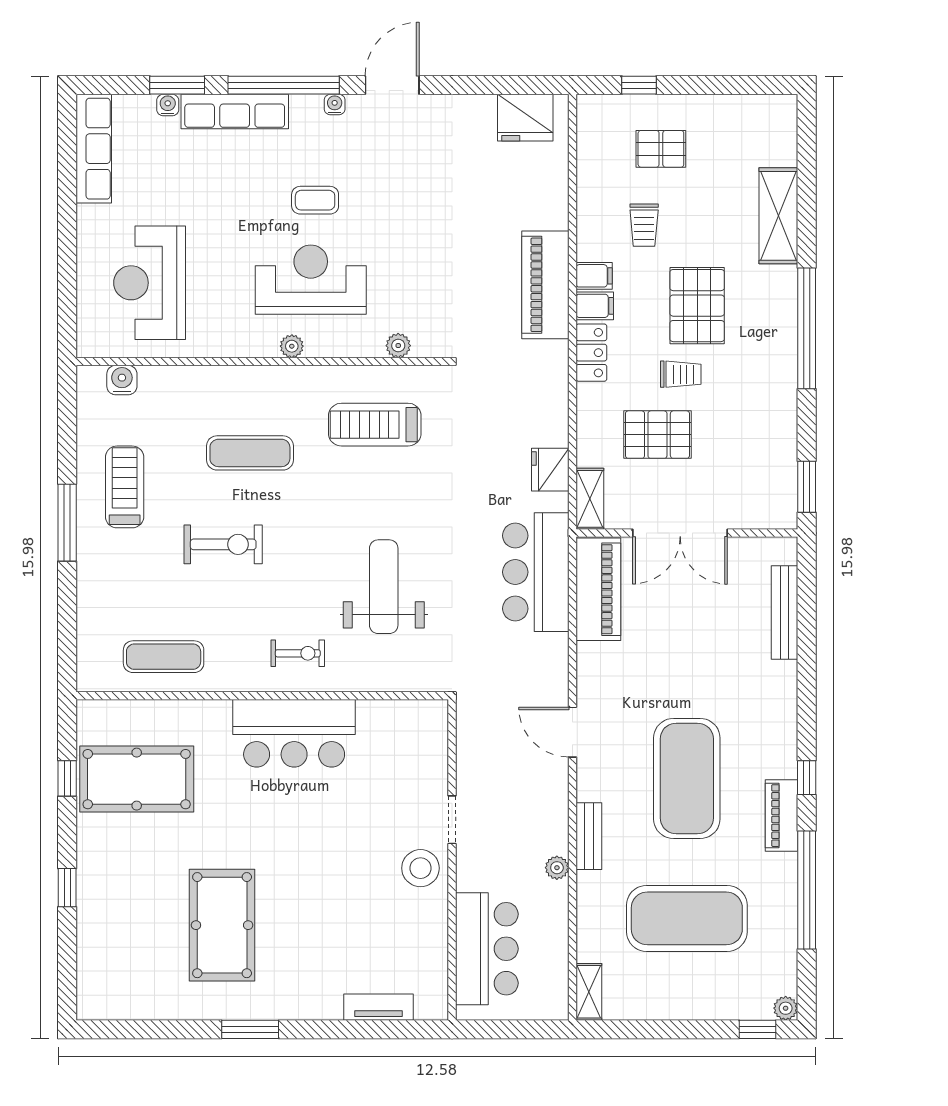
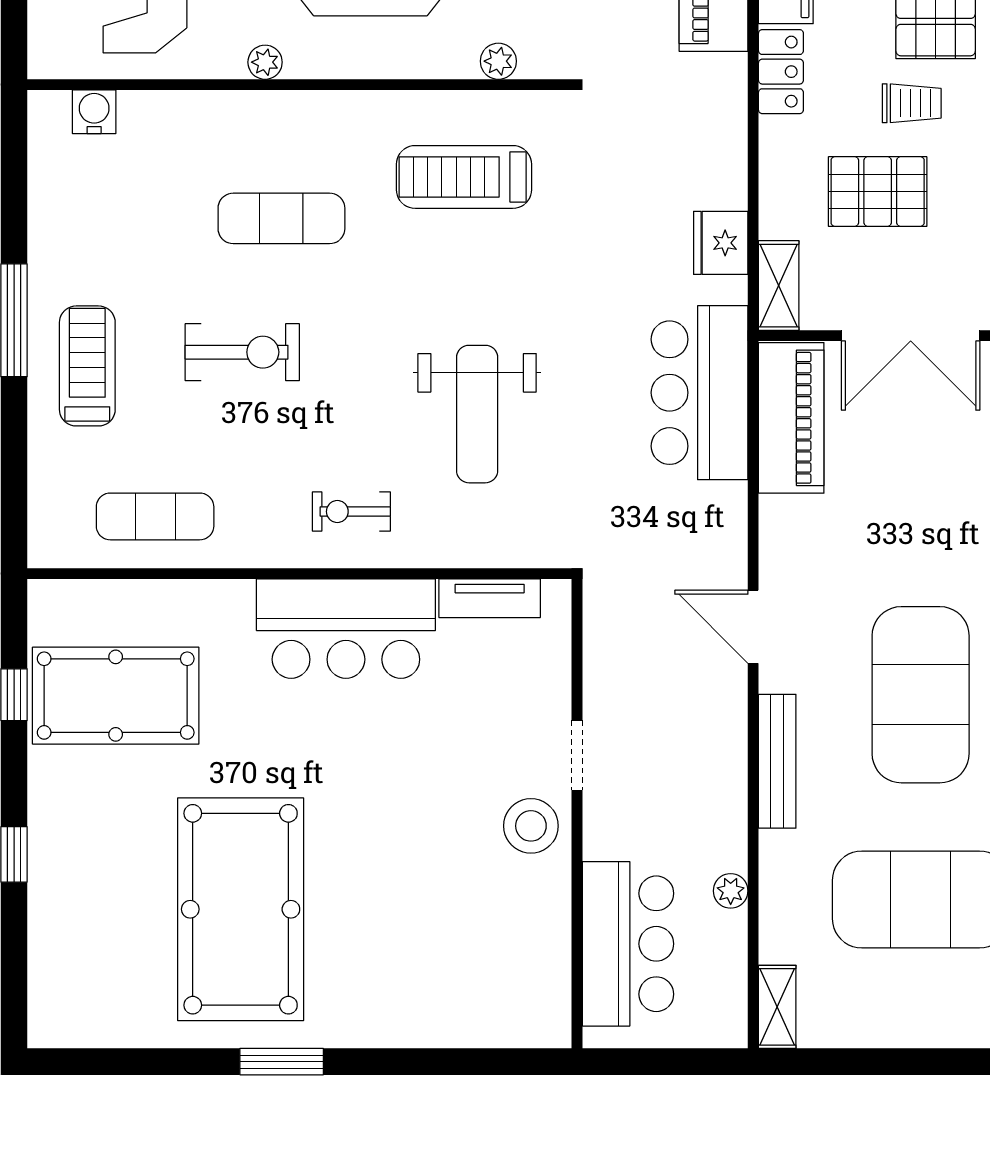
plant: (292, 346) -> (265, 62), moved
treadmill: (125, 487) -> (87, 366), moved
weight bench: (384, 587) -> (477, 414), turned 180
exercise bike: (298, 653) -> (351, 512), turned 180
bench: (589, 836) -> (777, 761), width x1.36
plant: (557, 868) -> (731, 891), moved
pool table: (222, 925) -> (241, 909), width x1.36, depth x1.32
tv unit: (378, 1007) -> (490, 598), moved, turned 180

